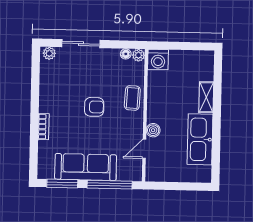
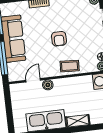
door: (144, 149) -> (33, 80), hinge flipped

